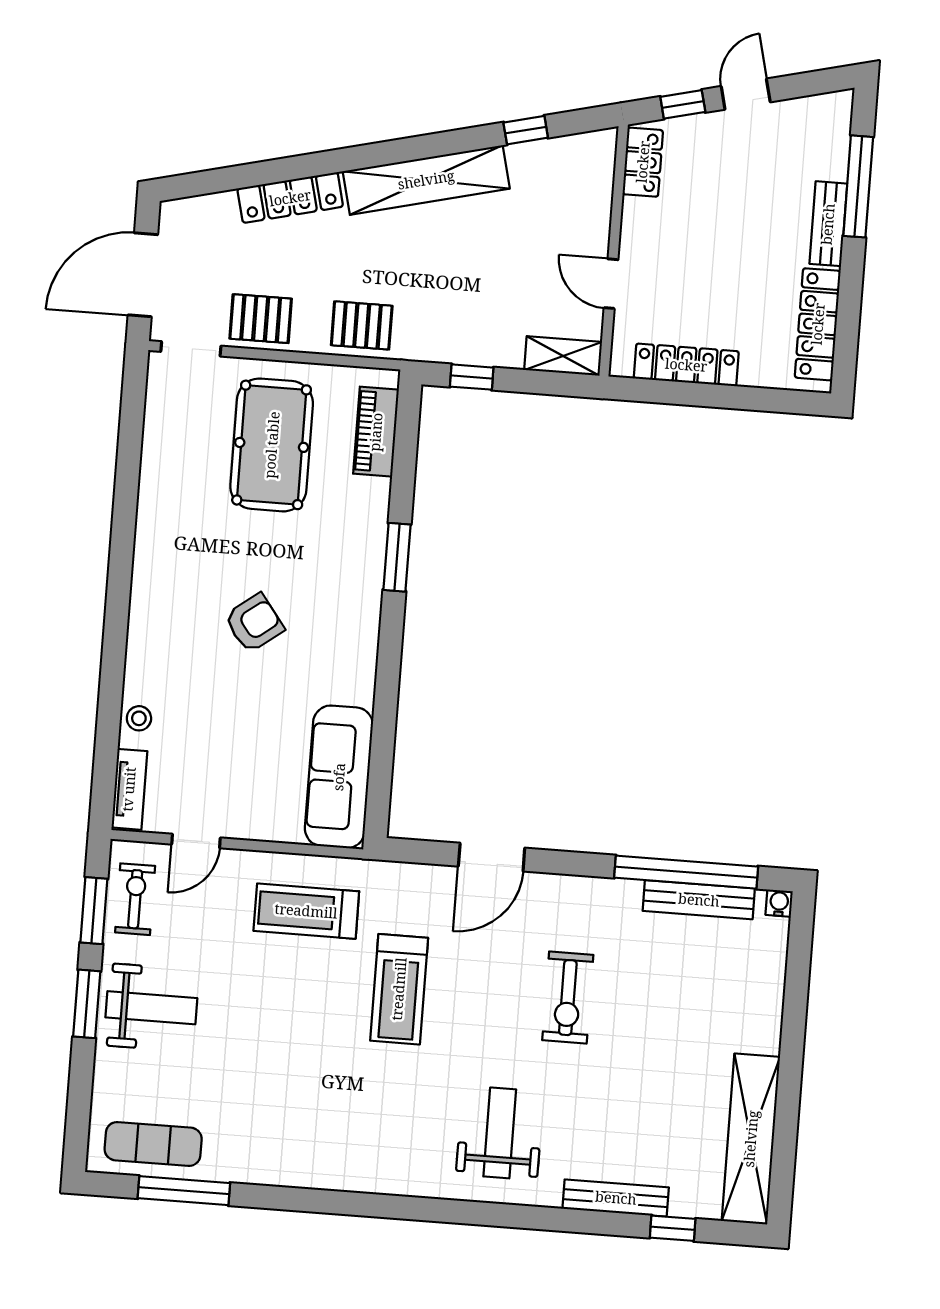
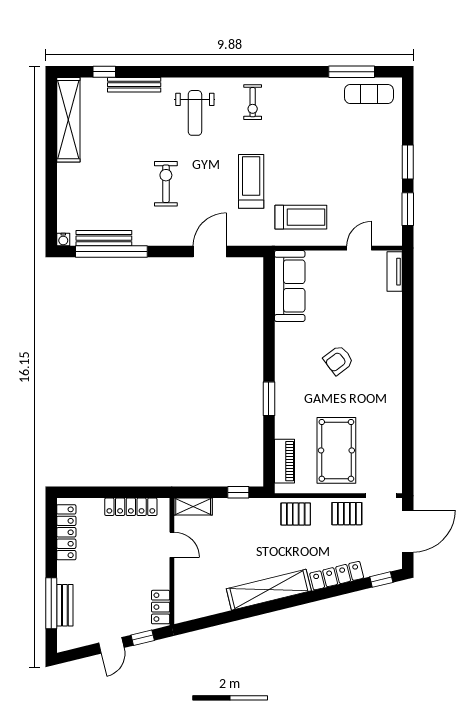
window: (526, 130) -> (381, 580), moved
bench: (828, 224) -> (65, 605), moved
stool: (139, 718) -> (393, 308), removed
exercise bike: (135, 899) -> (253, 102), moved
weight bench: (151, 1008) -> (375, 163), removed

